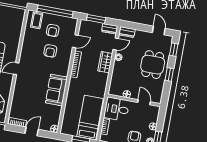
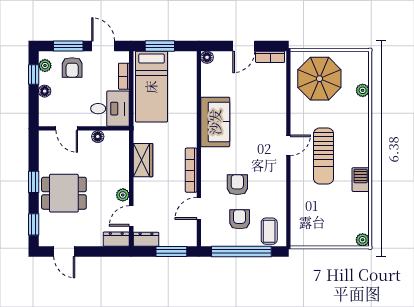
wardrobe: (105, 62) -> (143, 160), moved
dining table: (153, 65) -> (64, 193), turned 90

